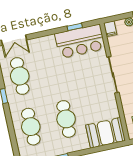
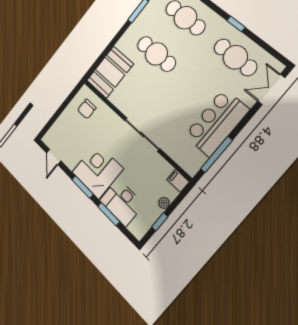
window: (75, 27) -> (216, 154), width x2.17
bar counter: (80, 41) -> (217, 123), moved

